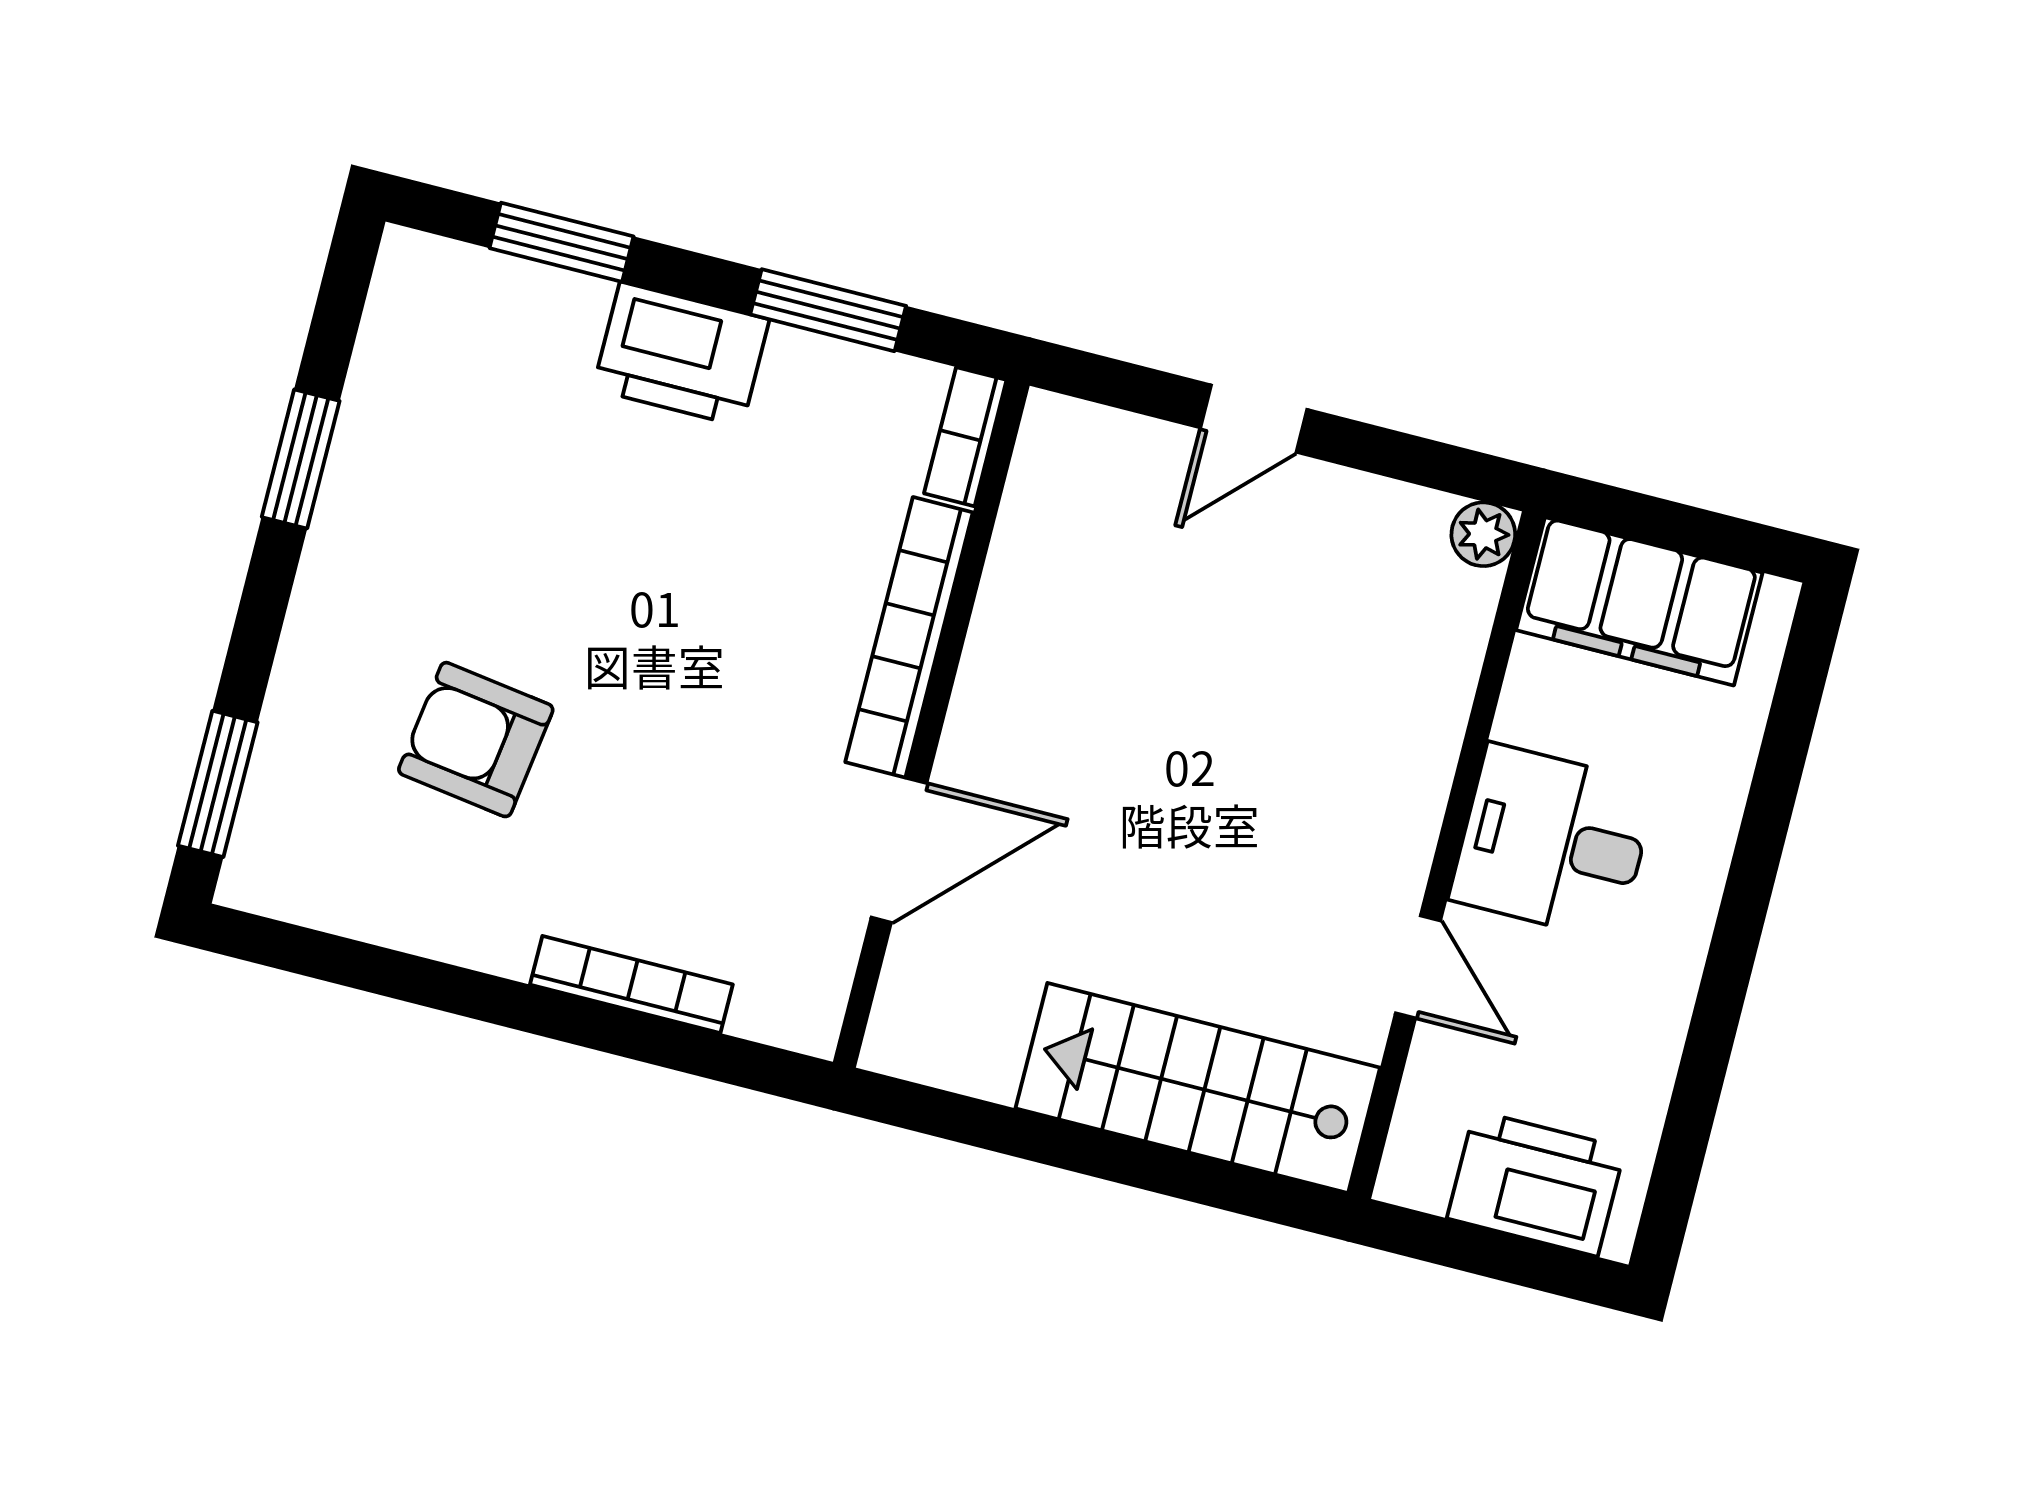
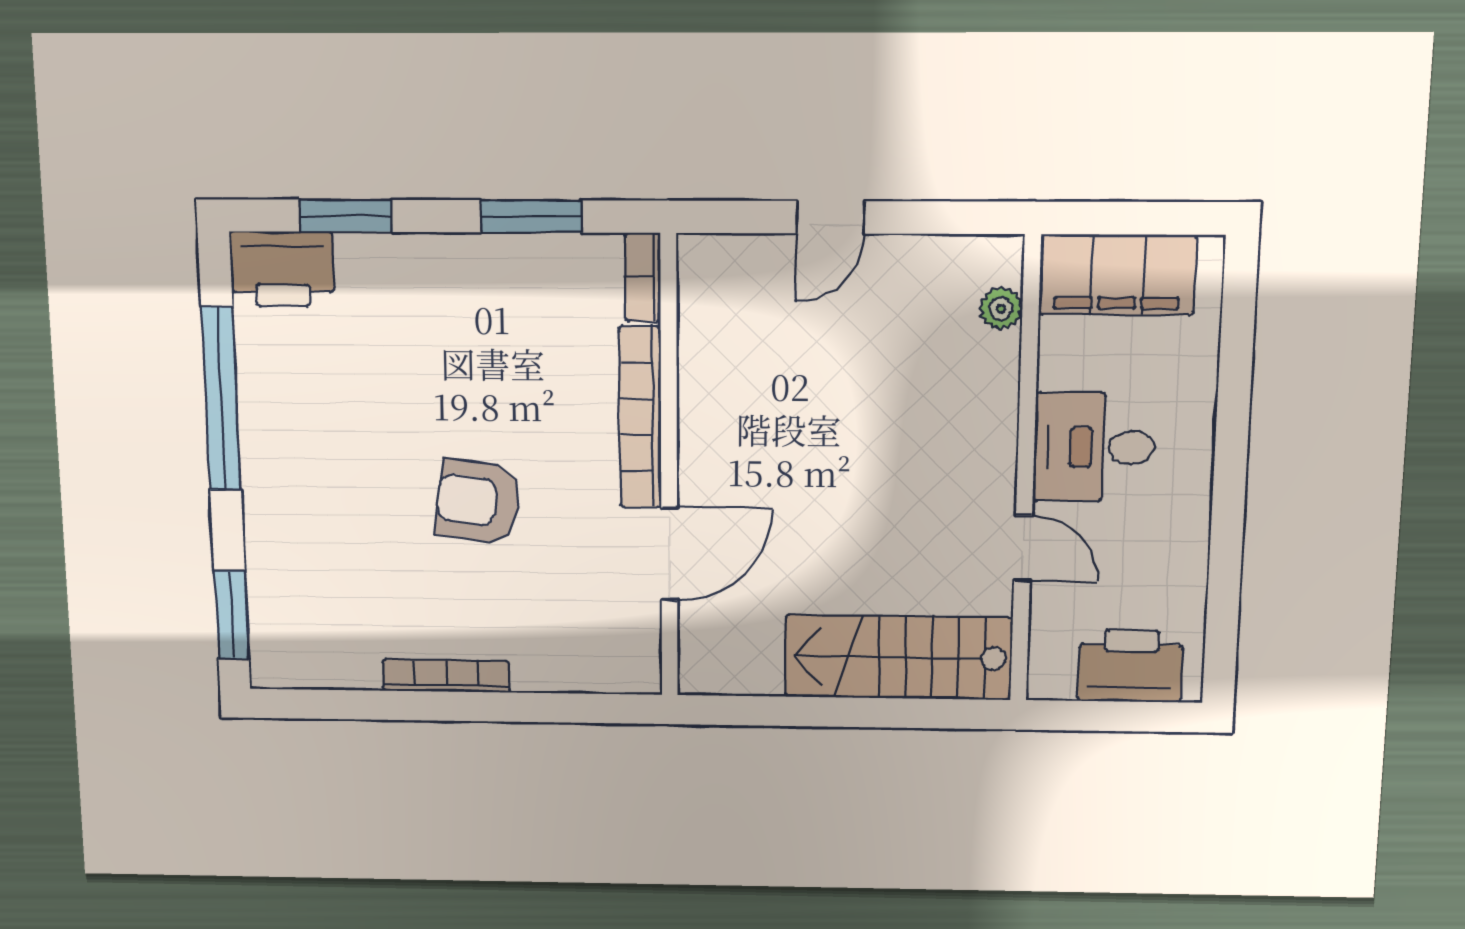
printer: (681, 354) -> (282, 269), moved
window: (301, 459) -> (221, 399), width x2.11
plant: (1483, 534) -> (1001, 309), moved
armchair: (476, 740) -> (478, 502), moved
bookcase: (631, 985) -> (446, 676), moved

